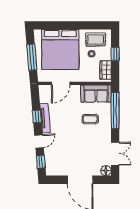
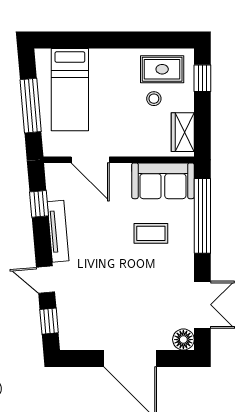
bed: (60, 49) -> (70, 90), width x0.49
window: (115, 54) -> (202, 78), moved
door: (61, 83) -> (90, 160), hinge flipped
window: (37, 117) -> (39, 204), moved
door: (39, 142) -> (46, 280), swing flipped

